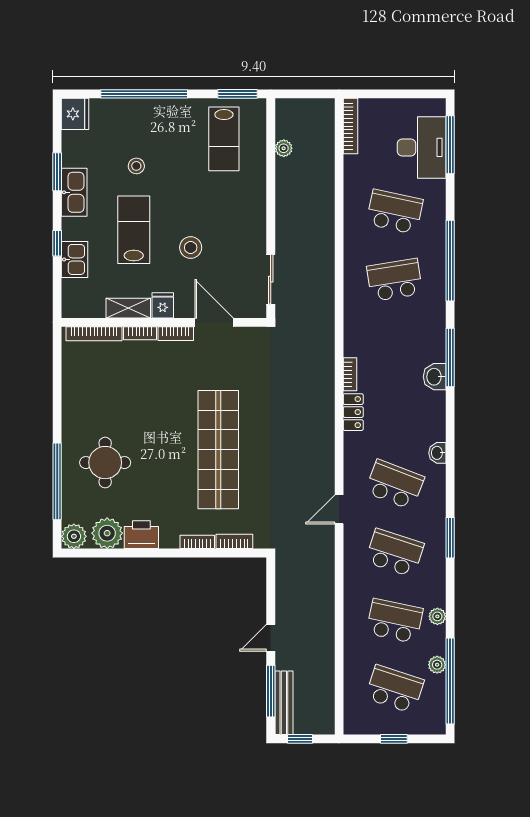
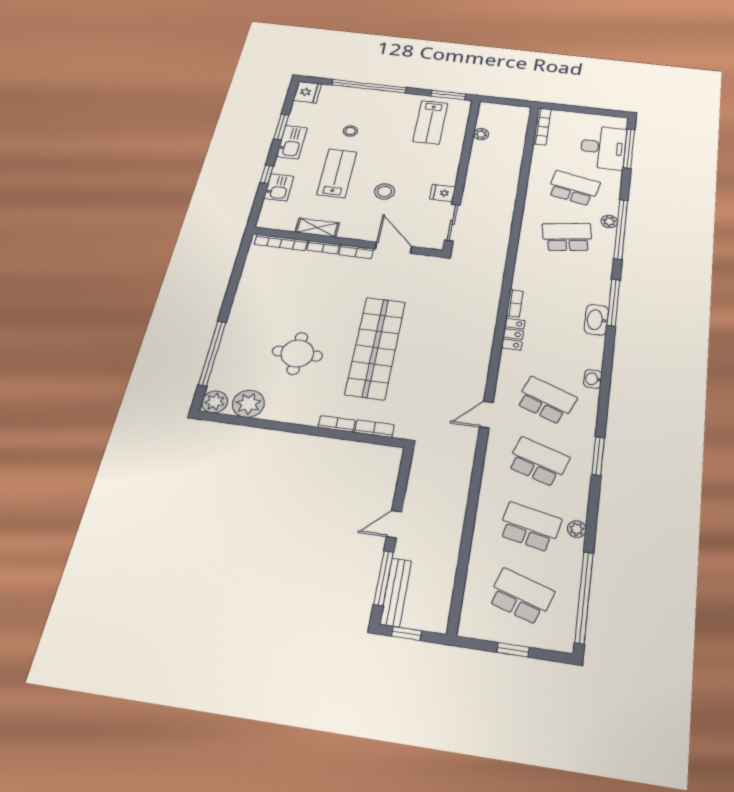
fridge: (163, 305) -> (442, 193), moved, turned -90
washbasin: (435, 377) -> (596, 320), width x1.38
round table: (105, 463) -> (297, 353), moved
printer: (141, 535) -> (282, 410), removed
plant: (437, 665) -> (609, 221), moved

